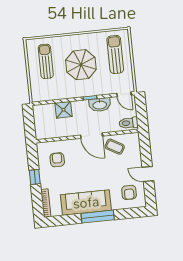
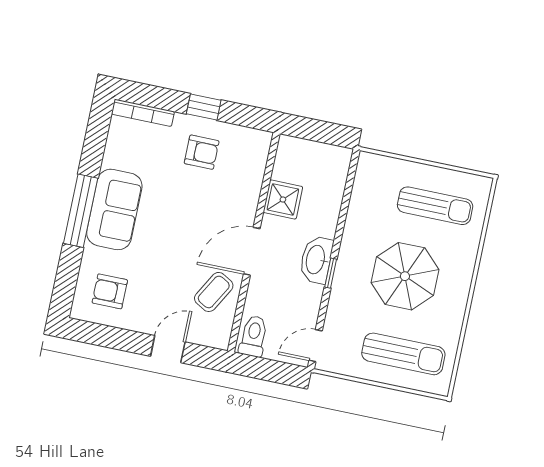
washbasin: (100, 105) -> (316, 260), moved
shower: (63, 110) -> (283, 199), moved
armchair: (57, 160) -> (202, 152), moved
door: (148, 174) -> (168, 349), moved
sofa: (86, 203) -> (114, 209), width x0.73

